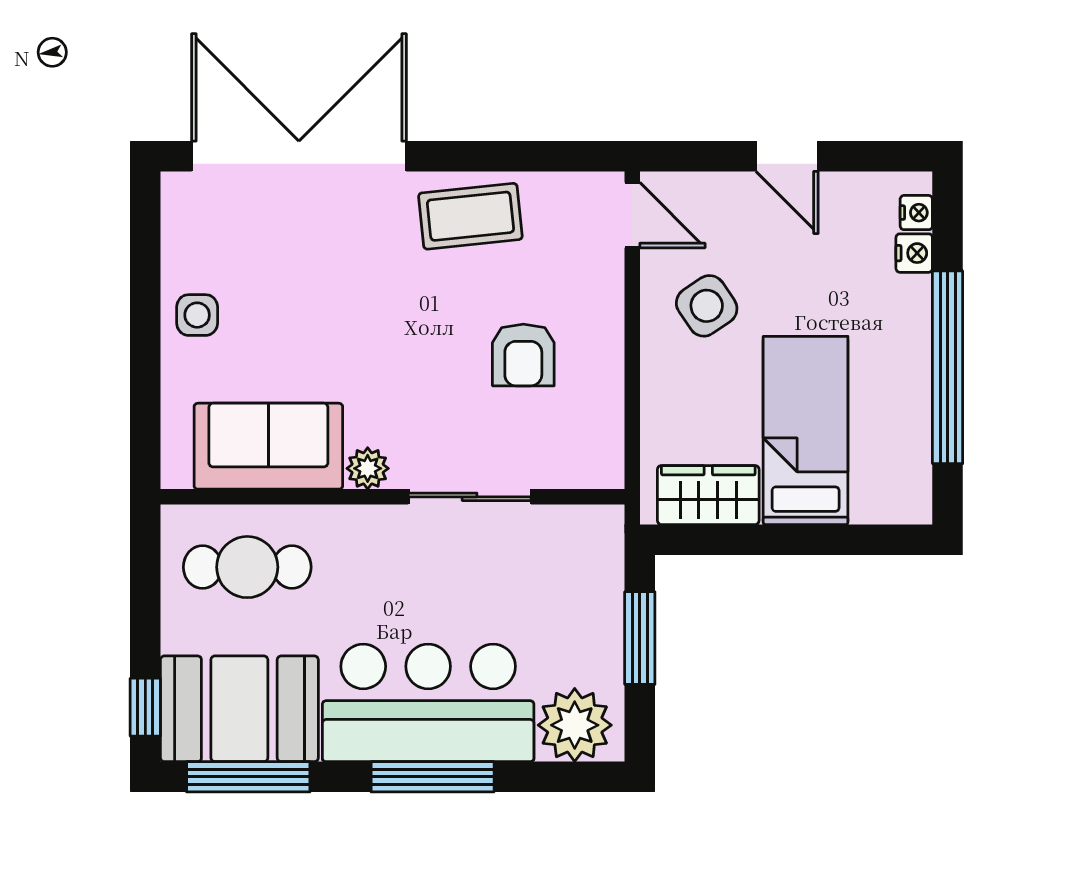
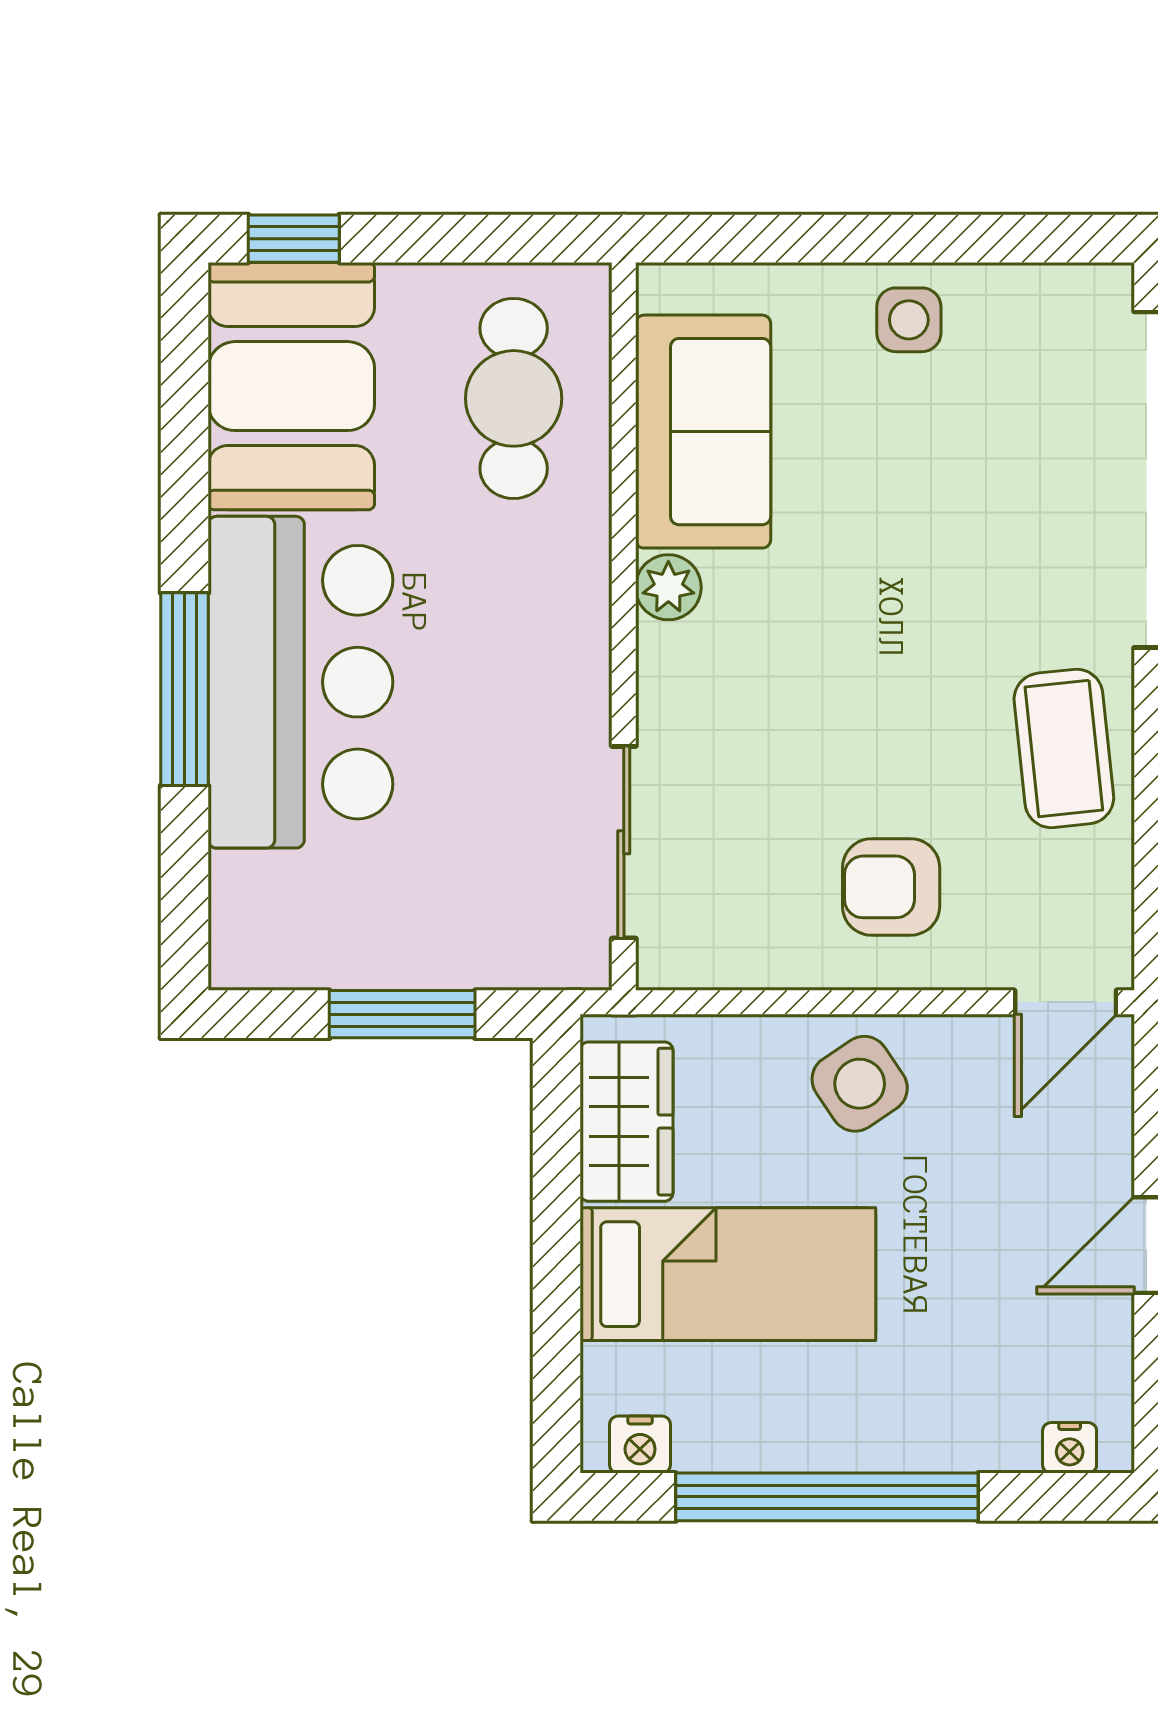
nightstand: (914, 253) -> (640, 1445), moved
side table: (707, 306) -> (860, 1084), moved
armchair: (523, 355) -> (891, 887), moved
sliding door: (470, 497) -> (624, 842), moved
plant: (575, 725) -> (266, 912), removed
window: (248, 777) -> (185, 400), removed

